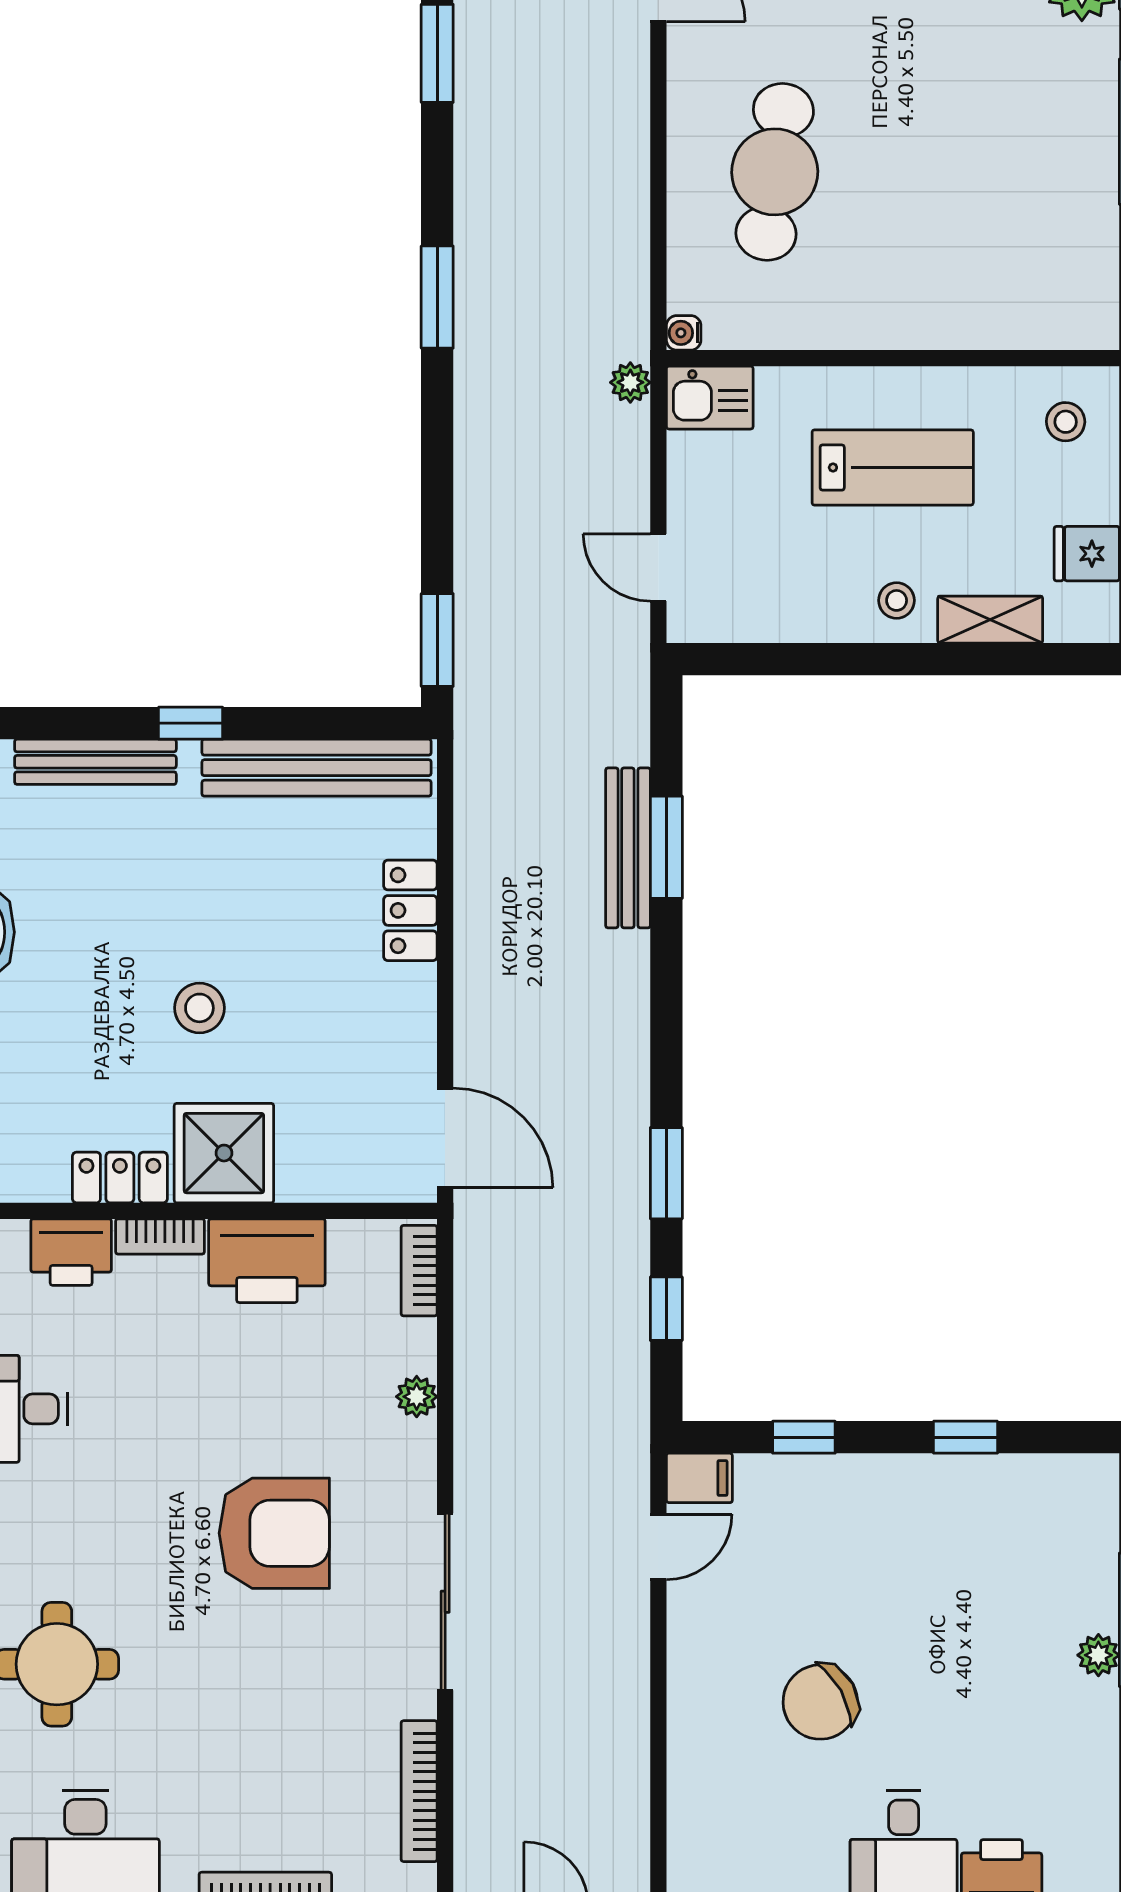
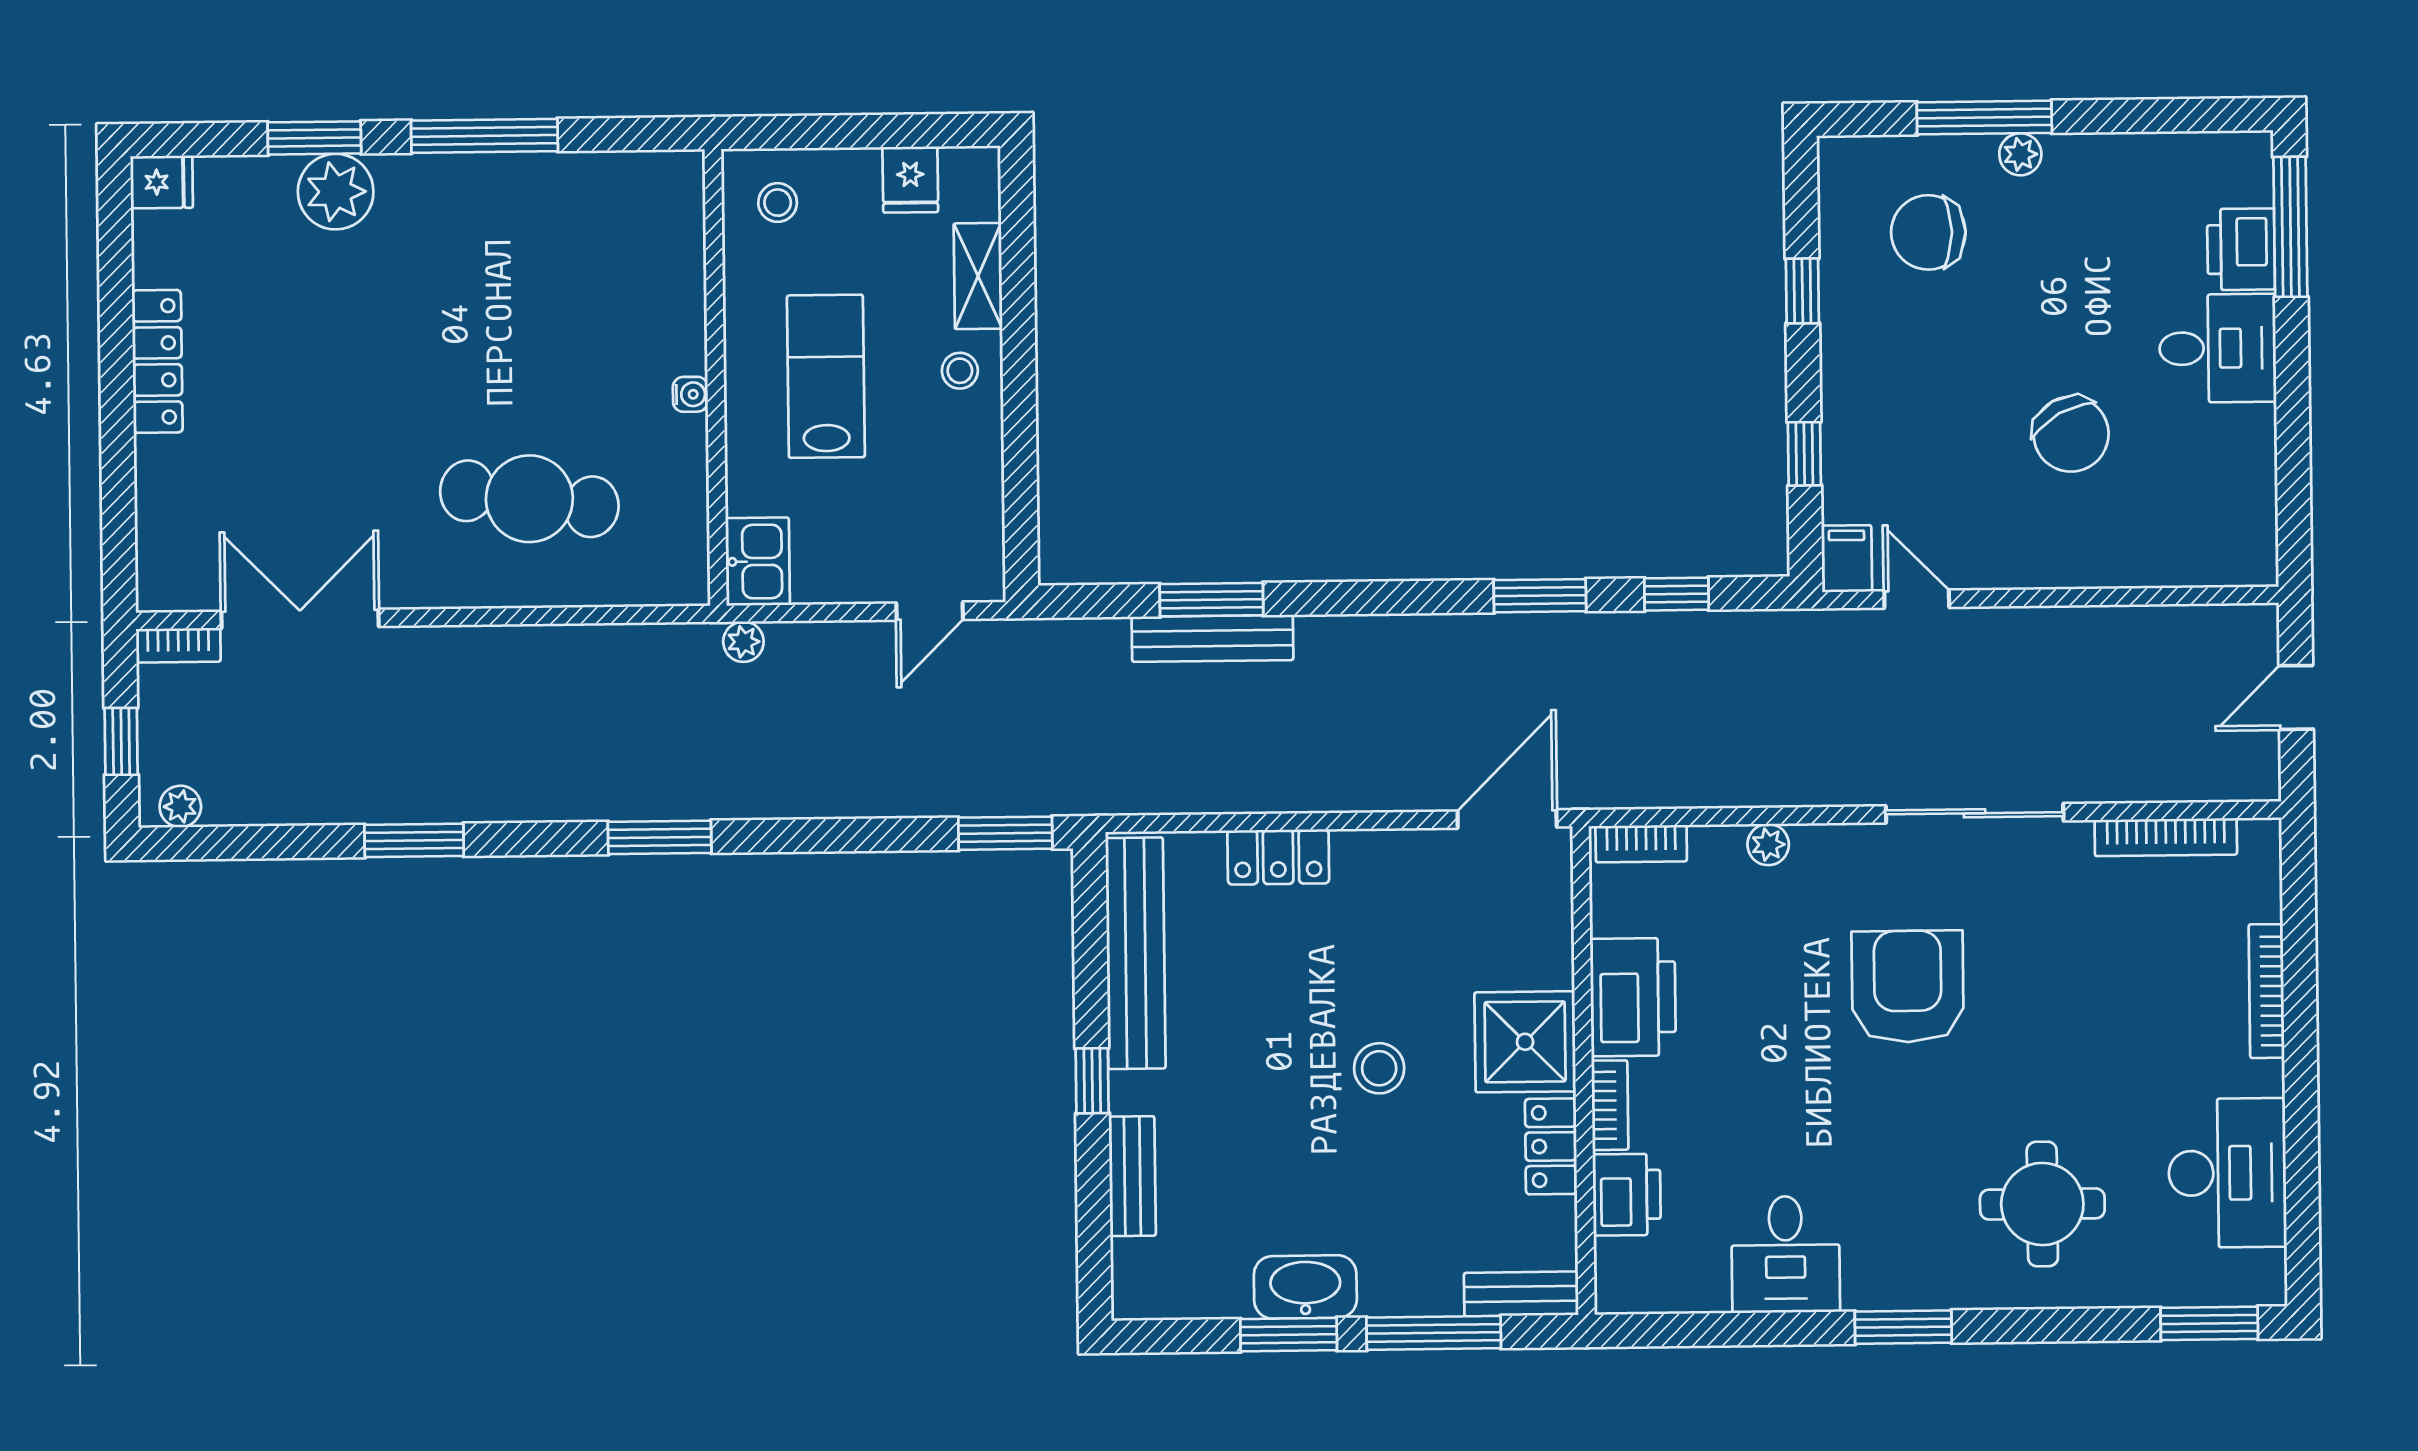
water cooler: (684, 333) -> (690, 394), moved, turned -90
bench: (95, 762) -> (1132, 1176), width x0.73
chair: (1022, 1563) -> (1928, 232), added

